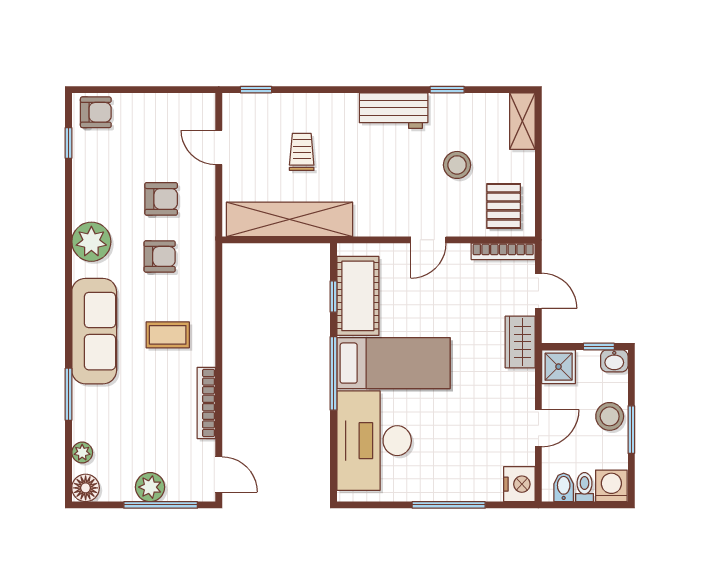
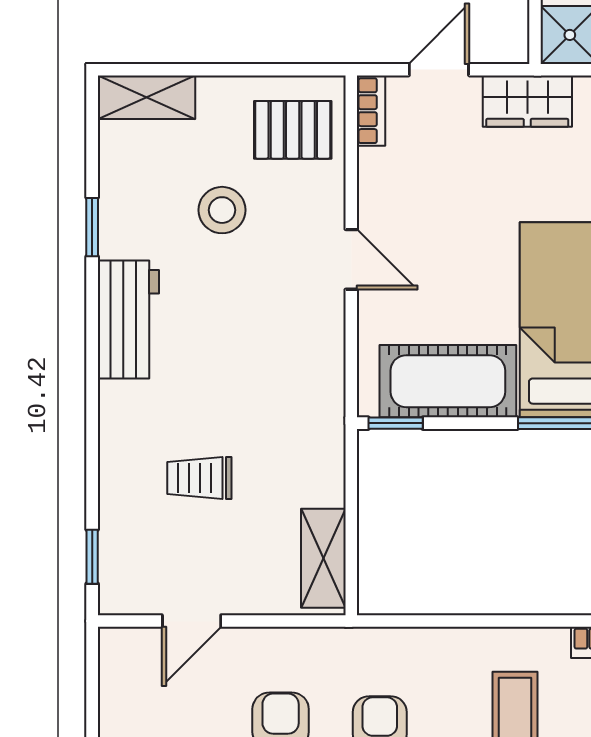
shelving: (290, 219) -> (323, 558), width x0.45, depth x0.75
bookcase: (503, 251) -> (371, 111), width x0.64
window: (333, 297) -> (396, 423), moved

